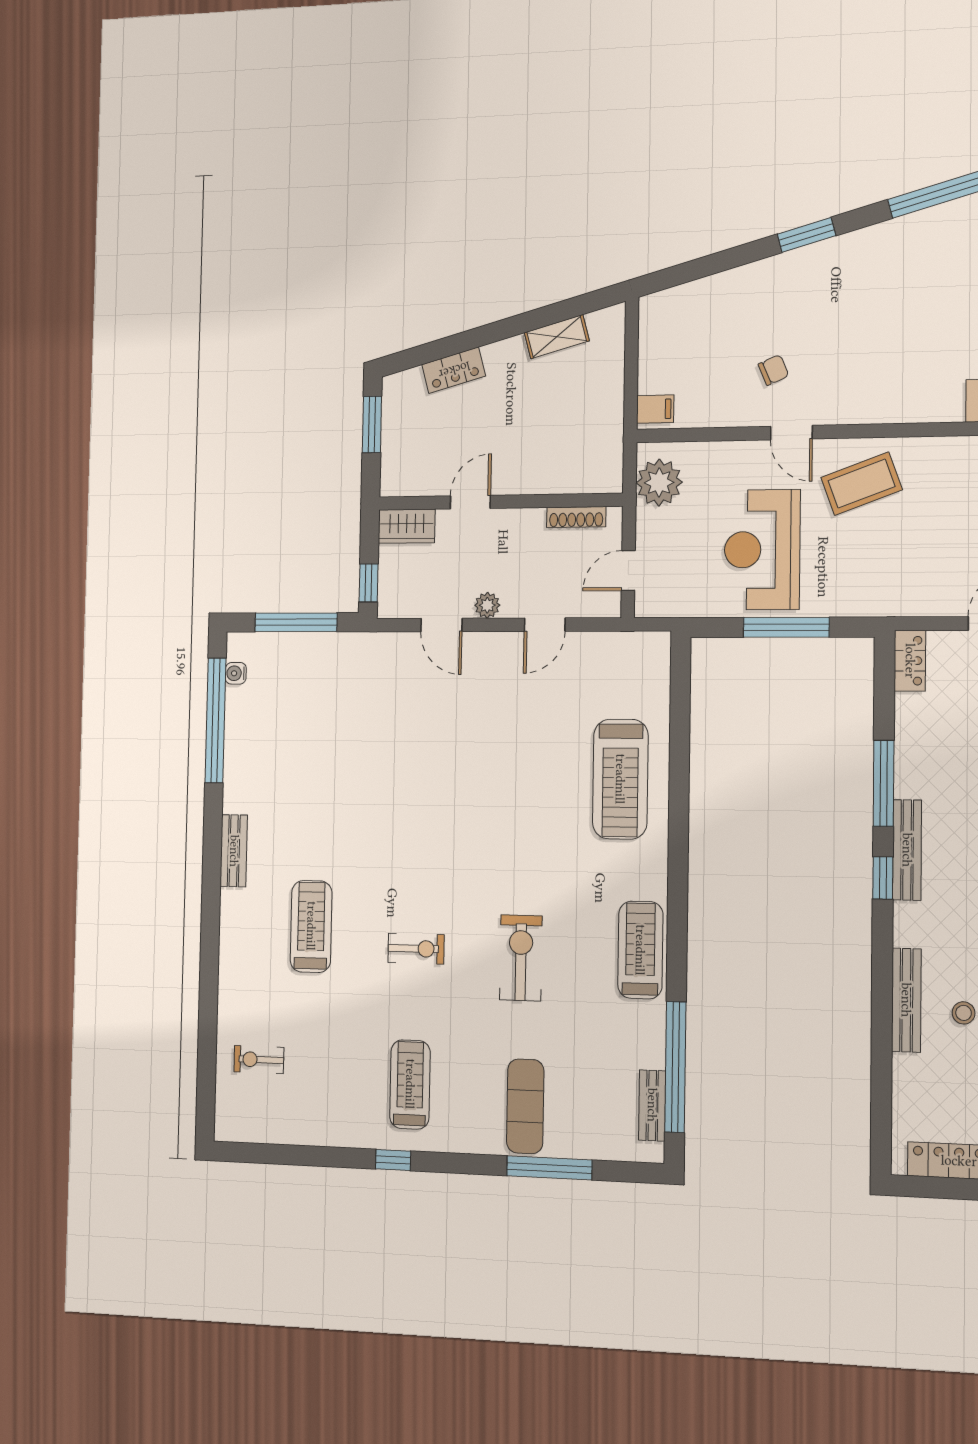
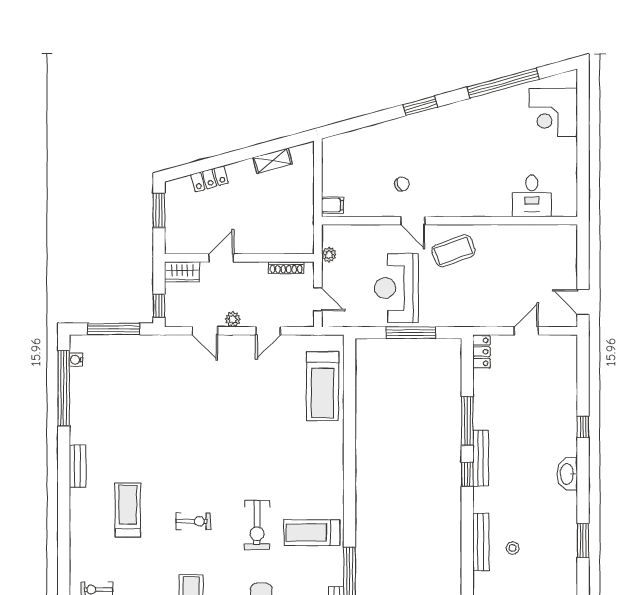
plant: (659, 483) -> (329, 255), width x0.53, depth x0.53
door: (628, 570) -> (318, 299), swing flipped
treadmill: (620, 779) -> (323, 386), moved
treadmill: (640, 950) -> (312, 533), moved, turned -90
exercise bike: (521, 958) -> (257, 525), turned 180

